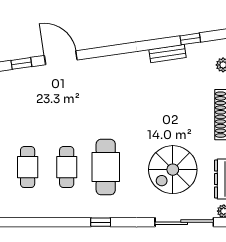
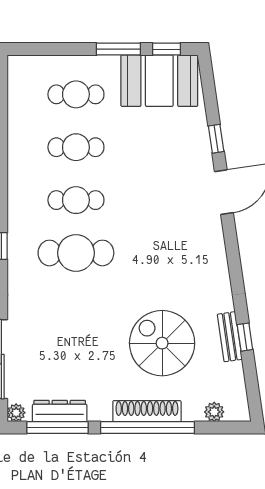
window: (190, 39) -> (245, 337), moved
spiral stairs: (173, 170) -> (162, 343), moved

